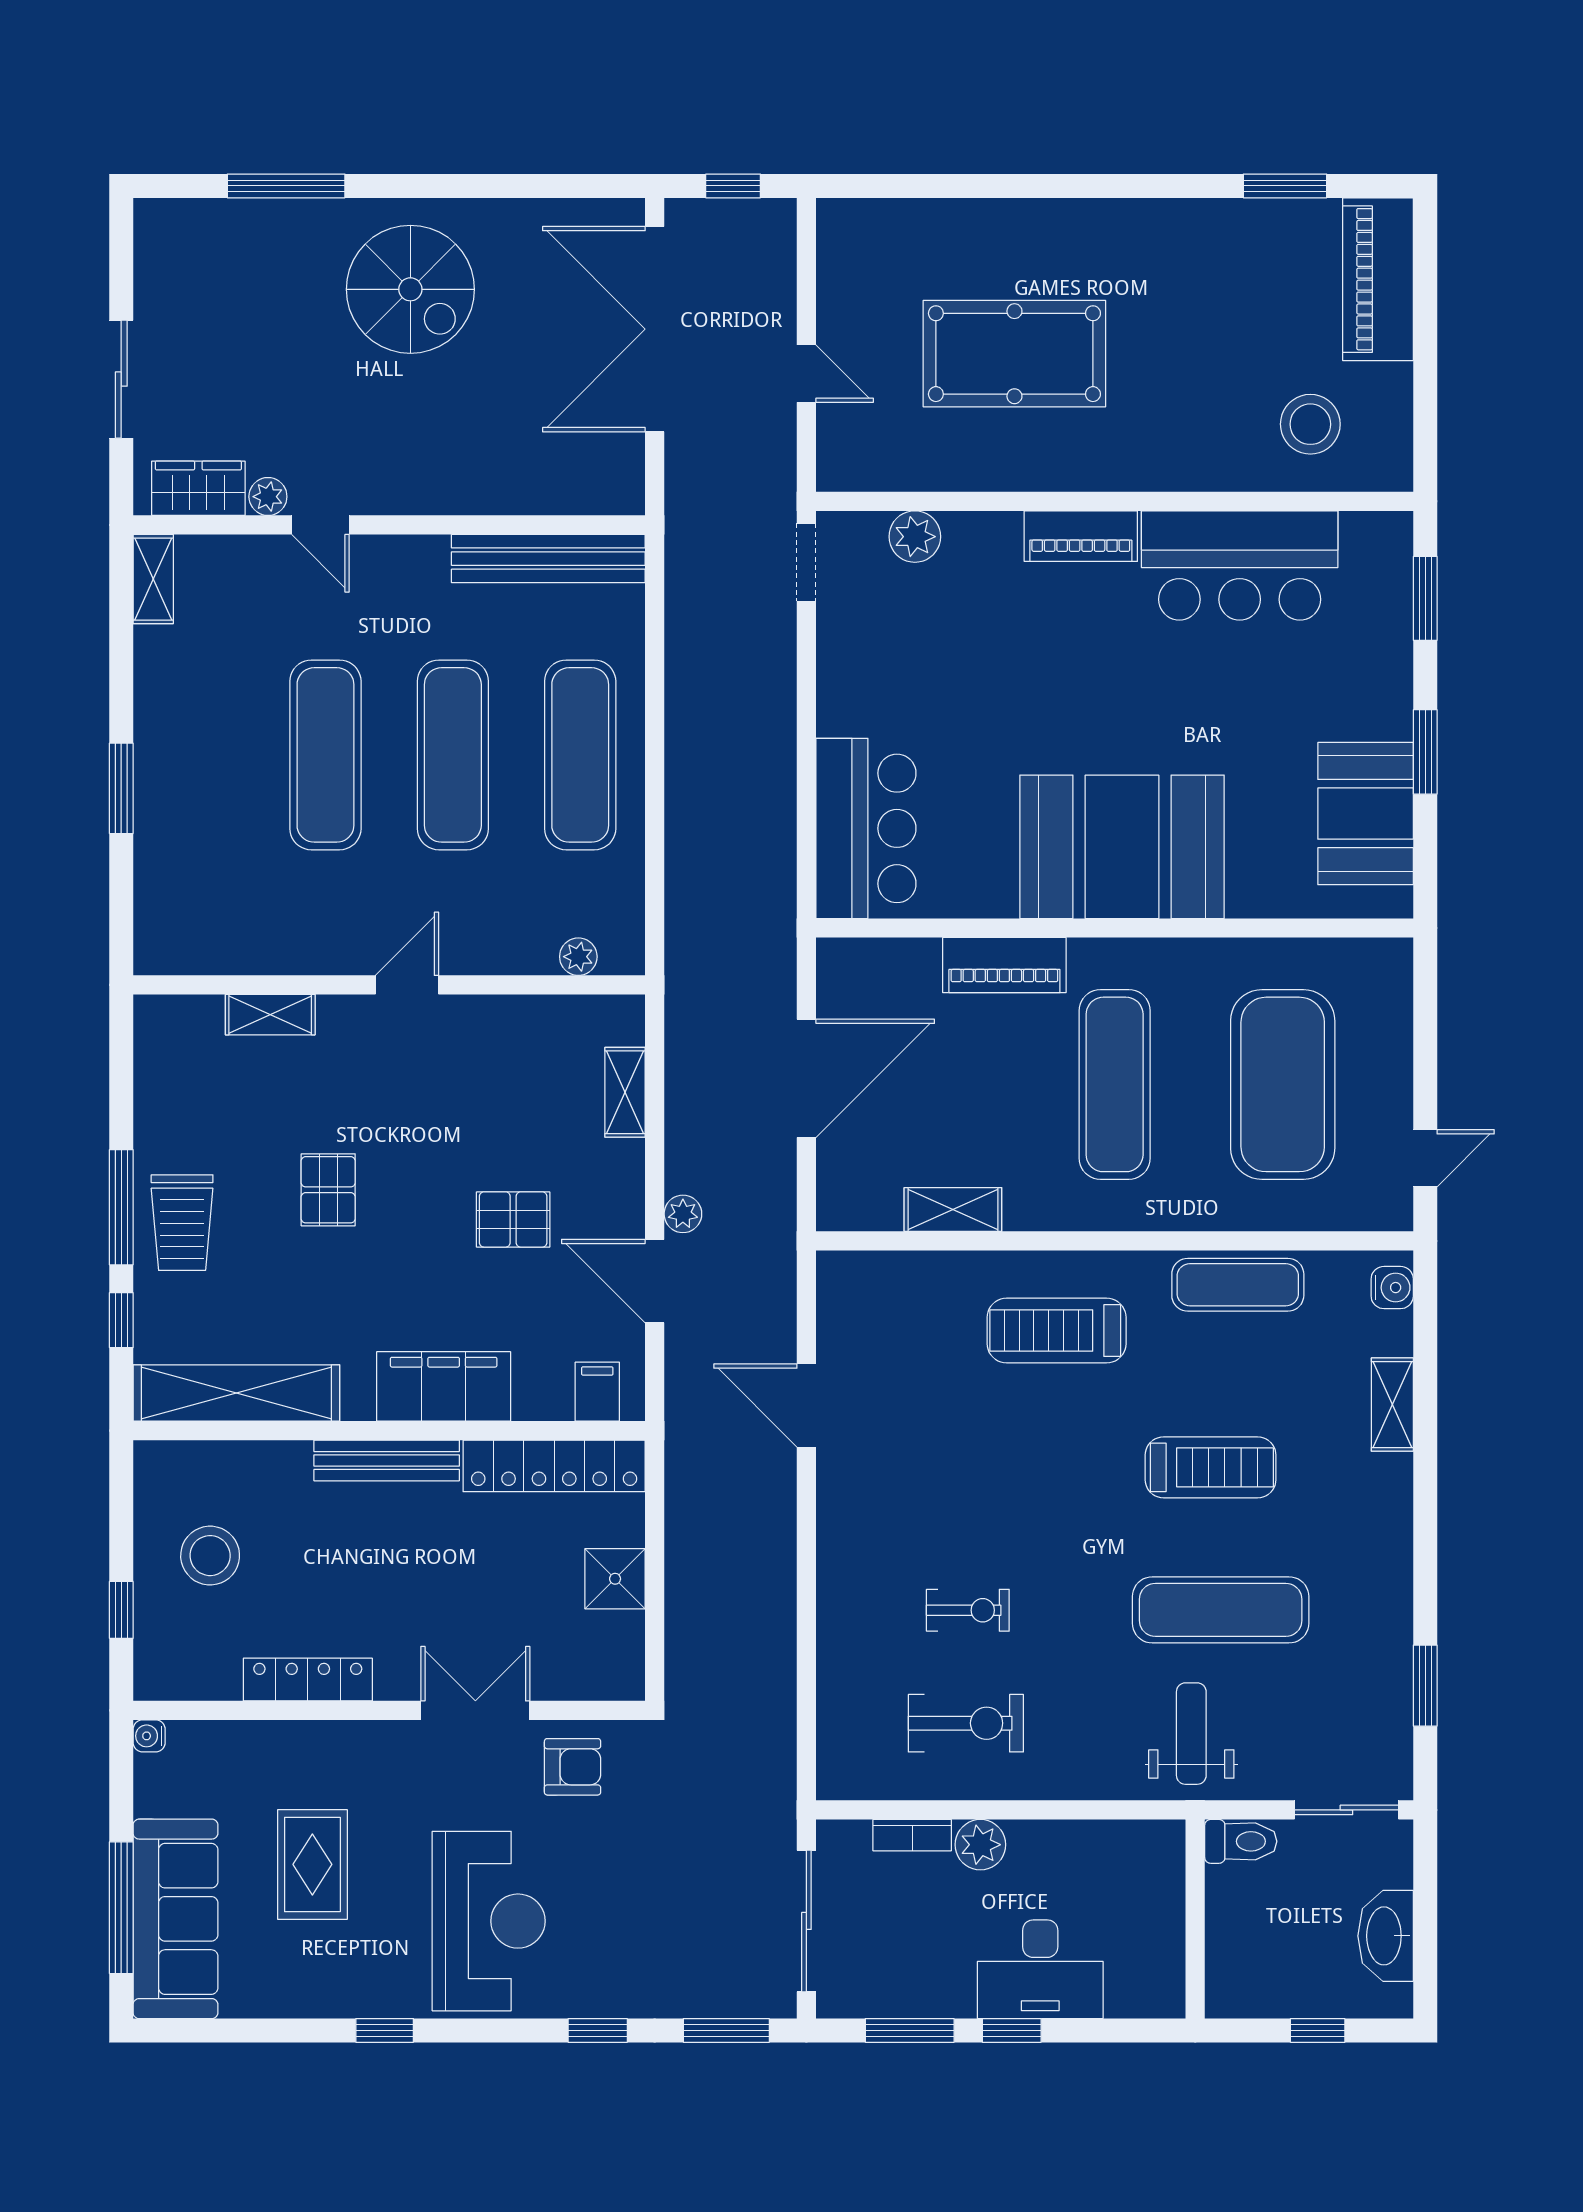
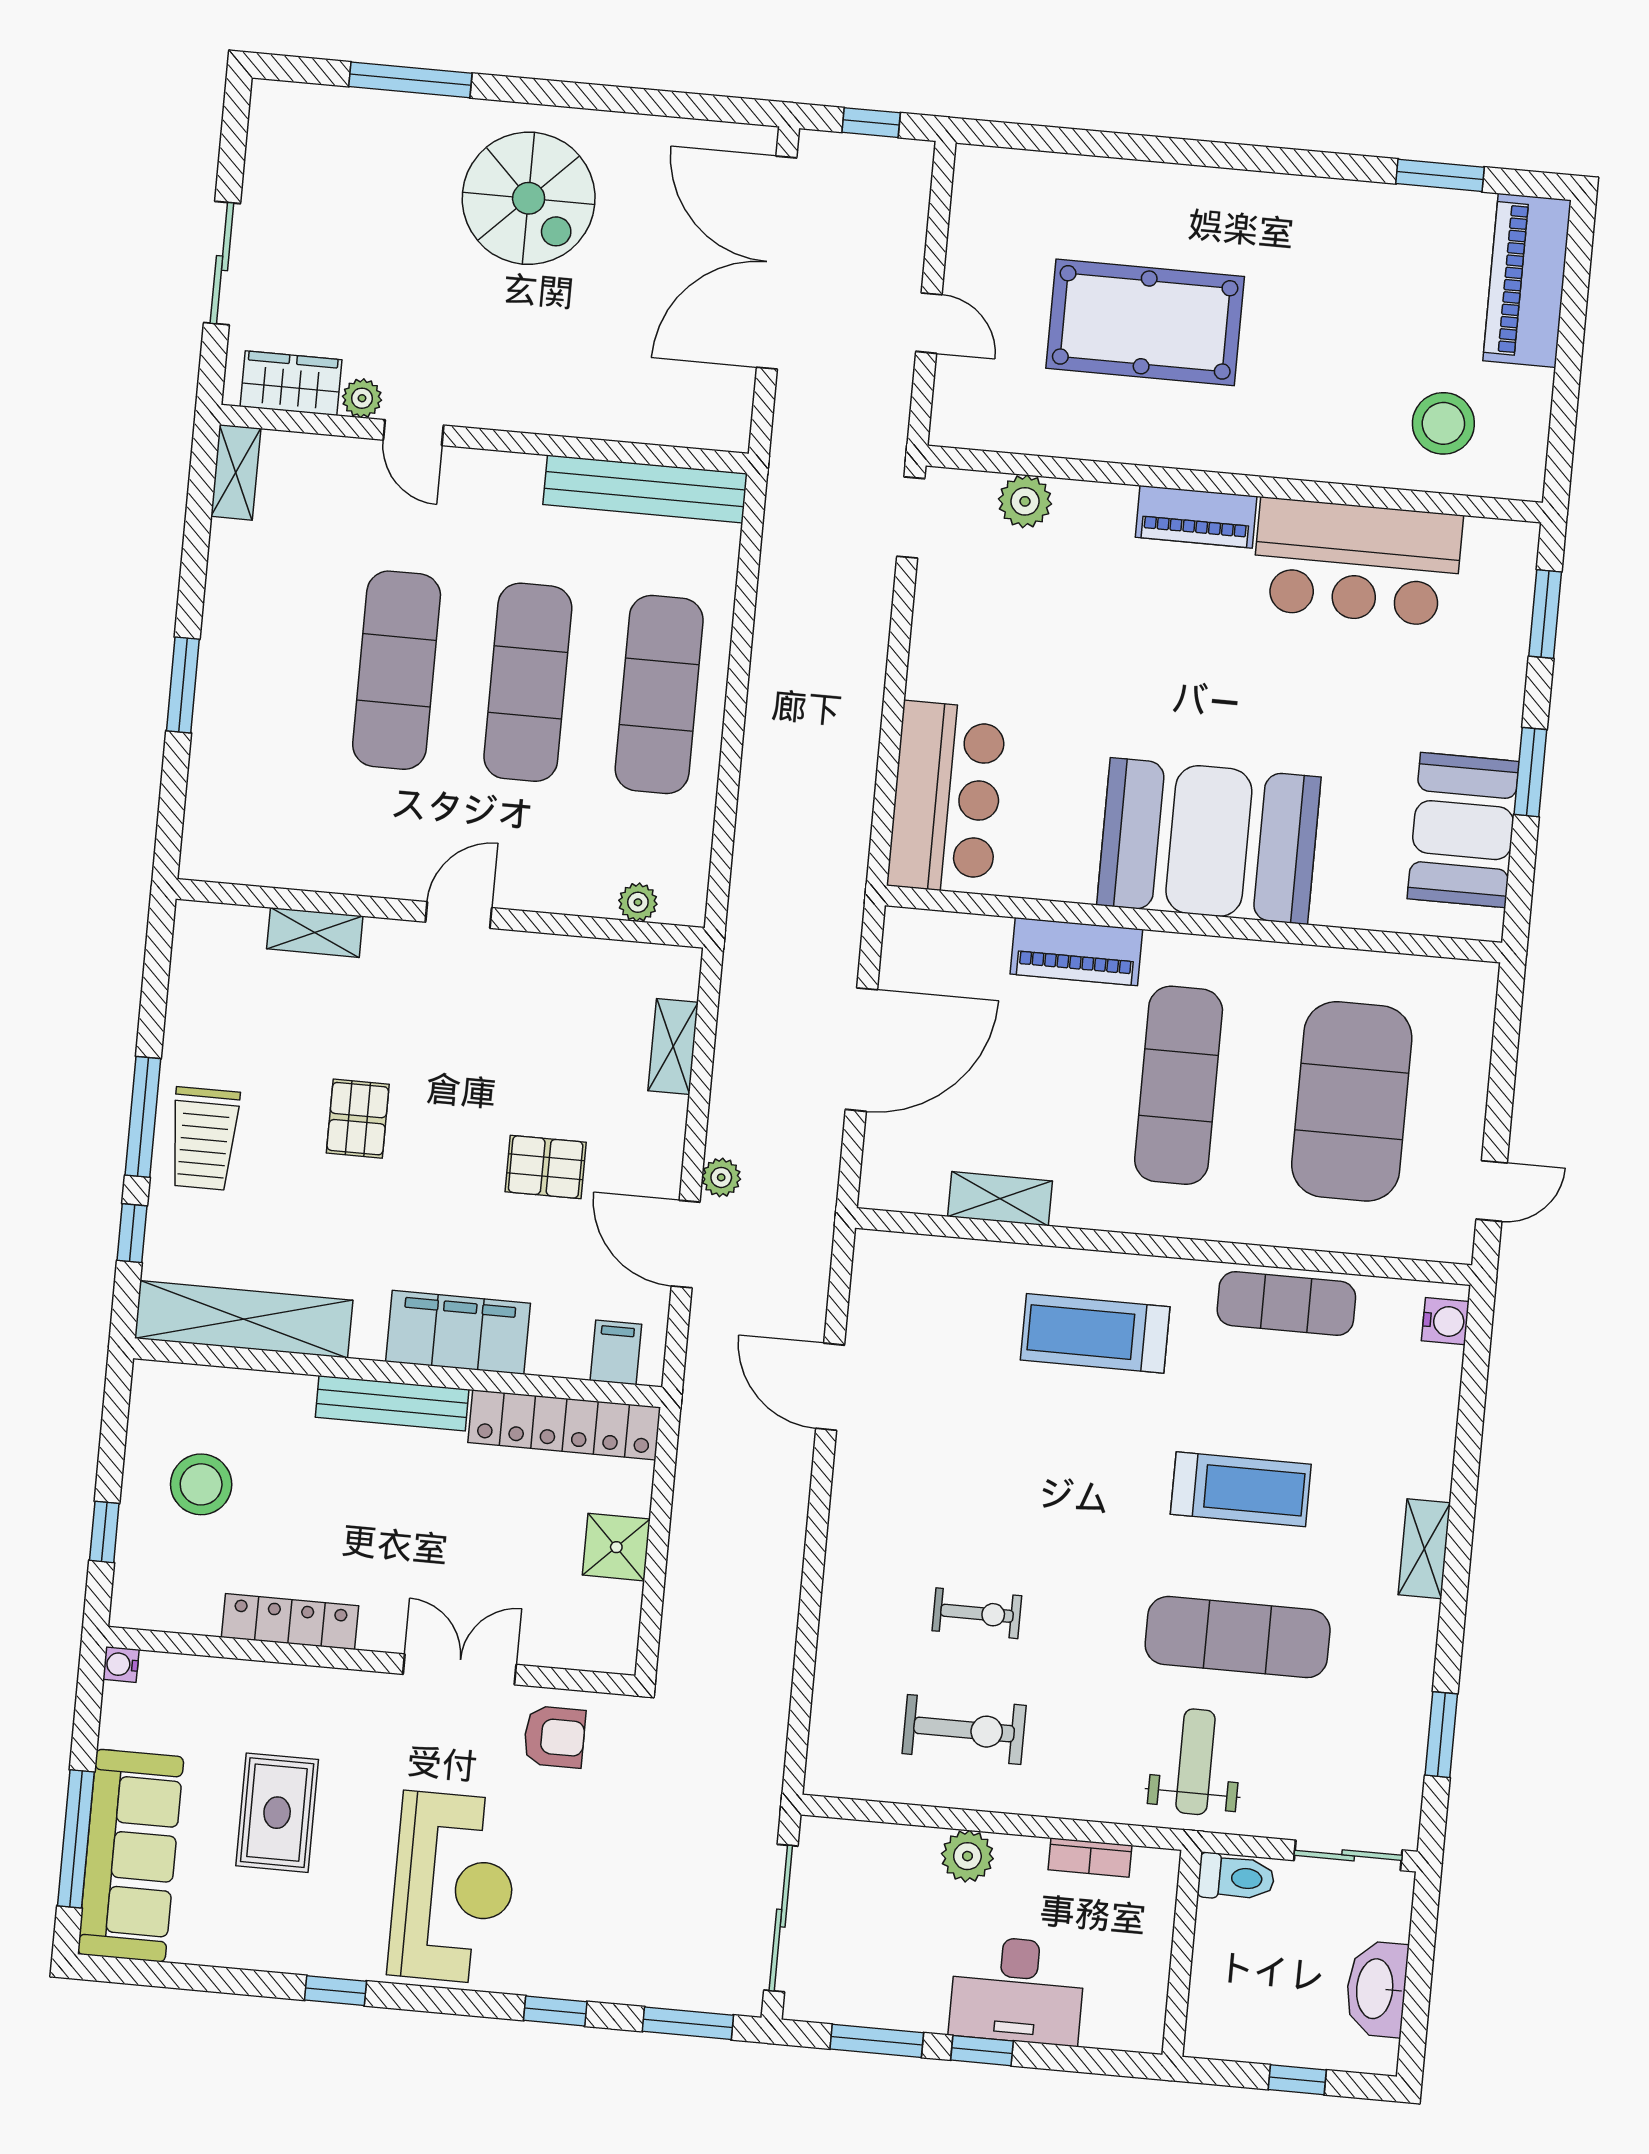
shelving: (1392, 1405) -> (1424, 1549), moved
bookcase: (912, 1835) -> (1090, 1858), moved

